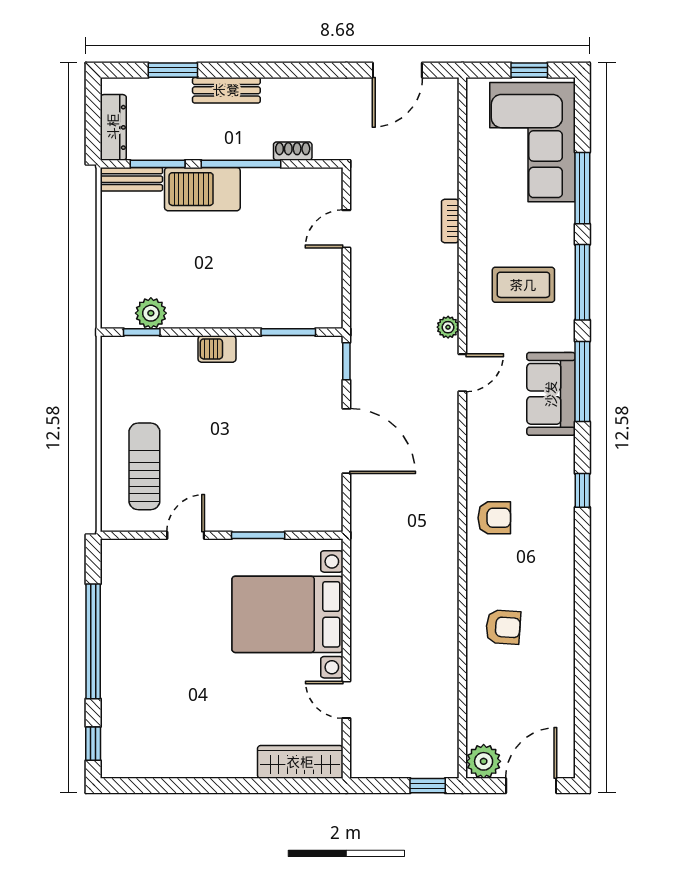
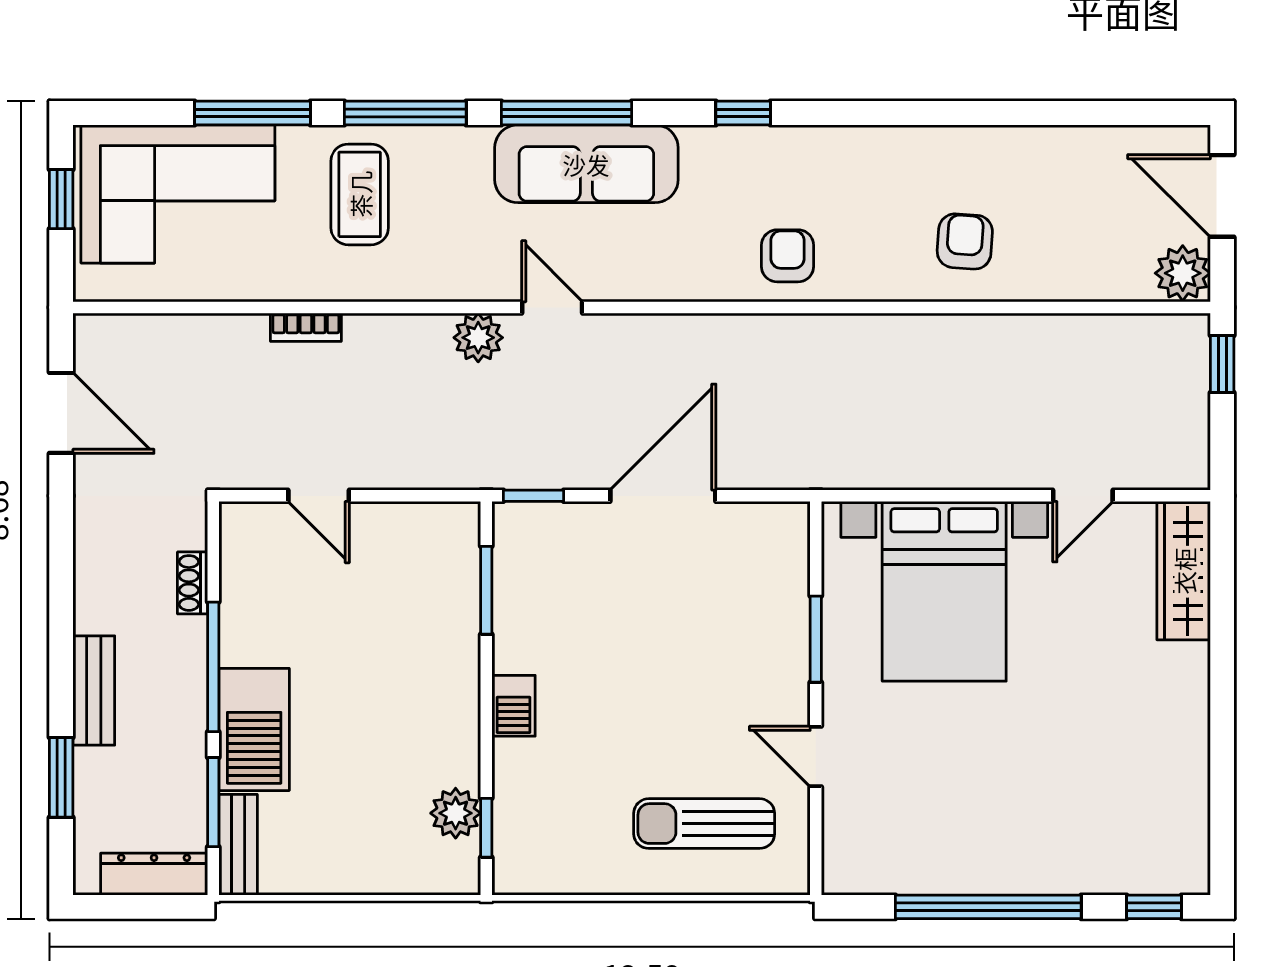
coffee table: (523, 285) -> (360, 194), moved
plant: (448, 327) -> (478, 338), width x1.38, depth x1.38
sofa: (551, 394) -> (586, 164), width x1.36

